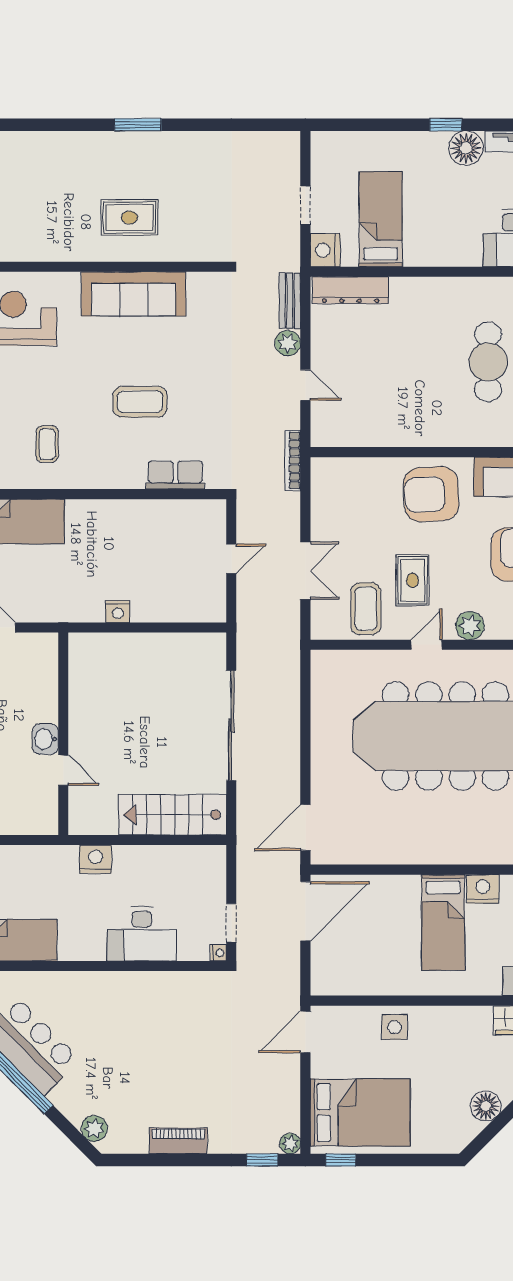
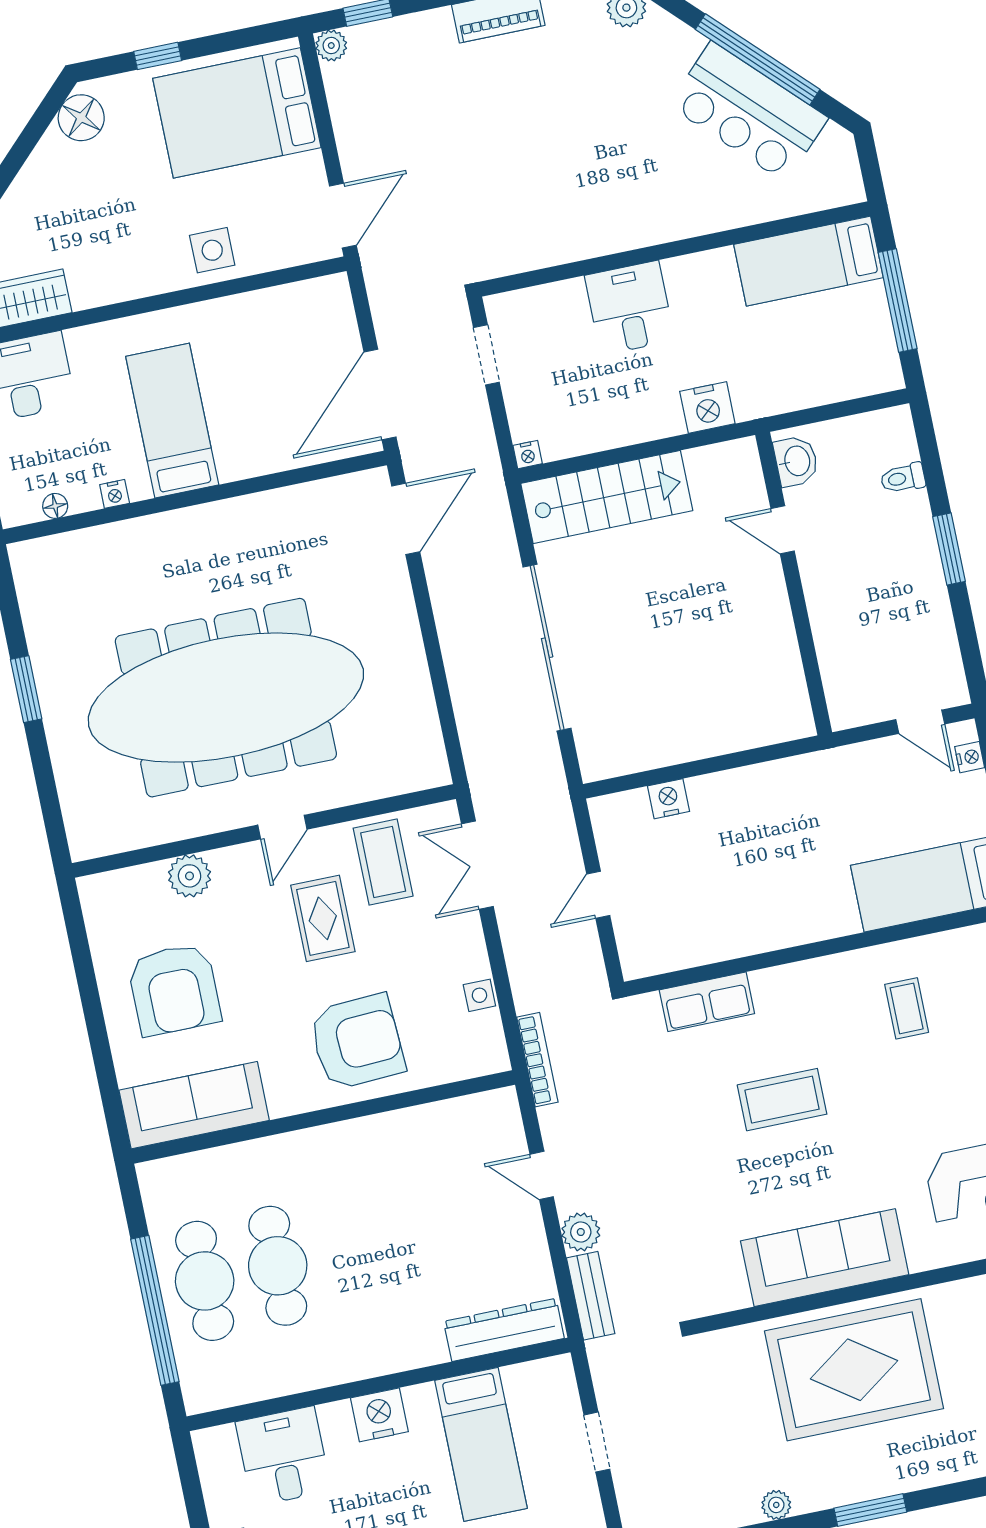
plant: (198, 141) -> (776, 1505), added
rug: (130, 218) -> (854, 1370), width x1.86, depth x2.06
nightstand: (325, 250) -> (379, 1415), moved, turned -90
armchair: (431, 494) -> (357, 1042), moved
side table: (322, 510) -> (479, 995), added
double door: (305, 571) -> (477, 865), moved
nightstand: (118, 611) -> (668, 799), moved
plant: (470, 626) -> (190, 876), moved
washbasin: (45, 739) -> (796, 461), moved
nightstand: (483, 889) -> (115, 494), width x0.53, depth x0.56
desk: (142, 934) -> (630, 308), width x0.73
nightstand: (218, 953) -> (528, 455), moved, turned -90
floor lamp: (486, 1106) -> (81, 118), moved
window: (341, 1160) -> (158, 56), moved

